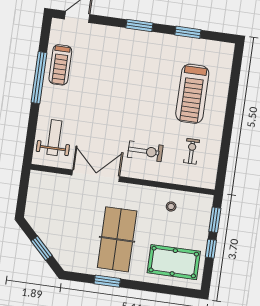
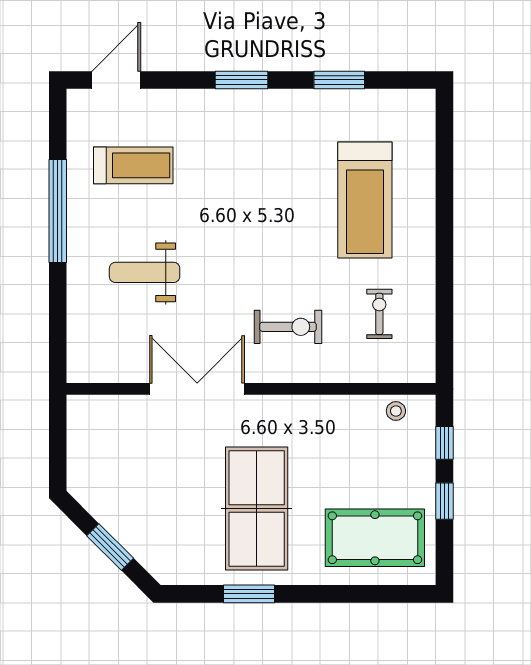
treadmill: (60, 65) -> (133, 165), moved, turned -90
weight bench: (54, 138) -> (145, 272), moved, turned -90
stool: (171, 206) -> (396, 411), moved
window: (215, 220) -> (445, 443), width x0.67

